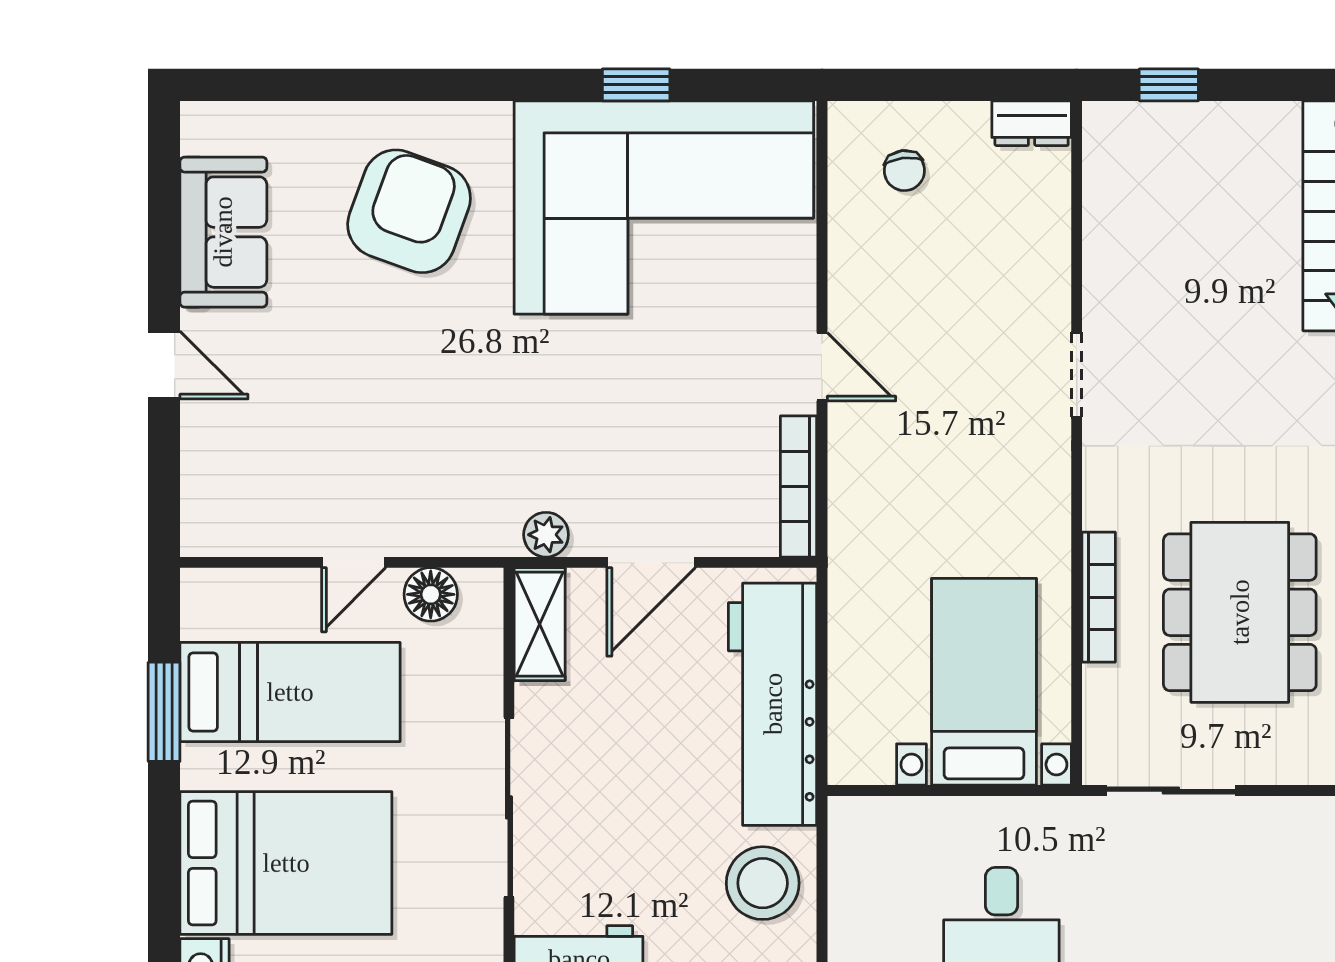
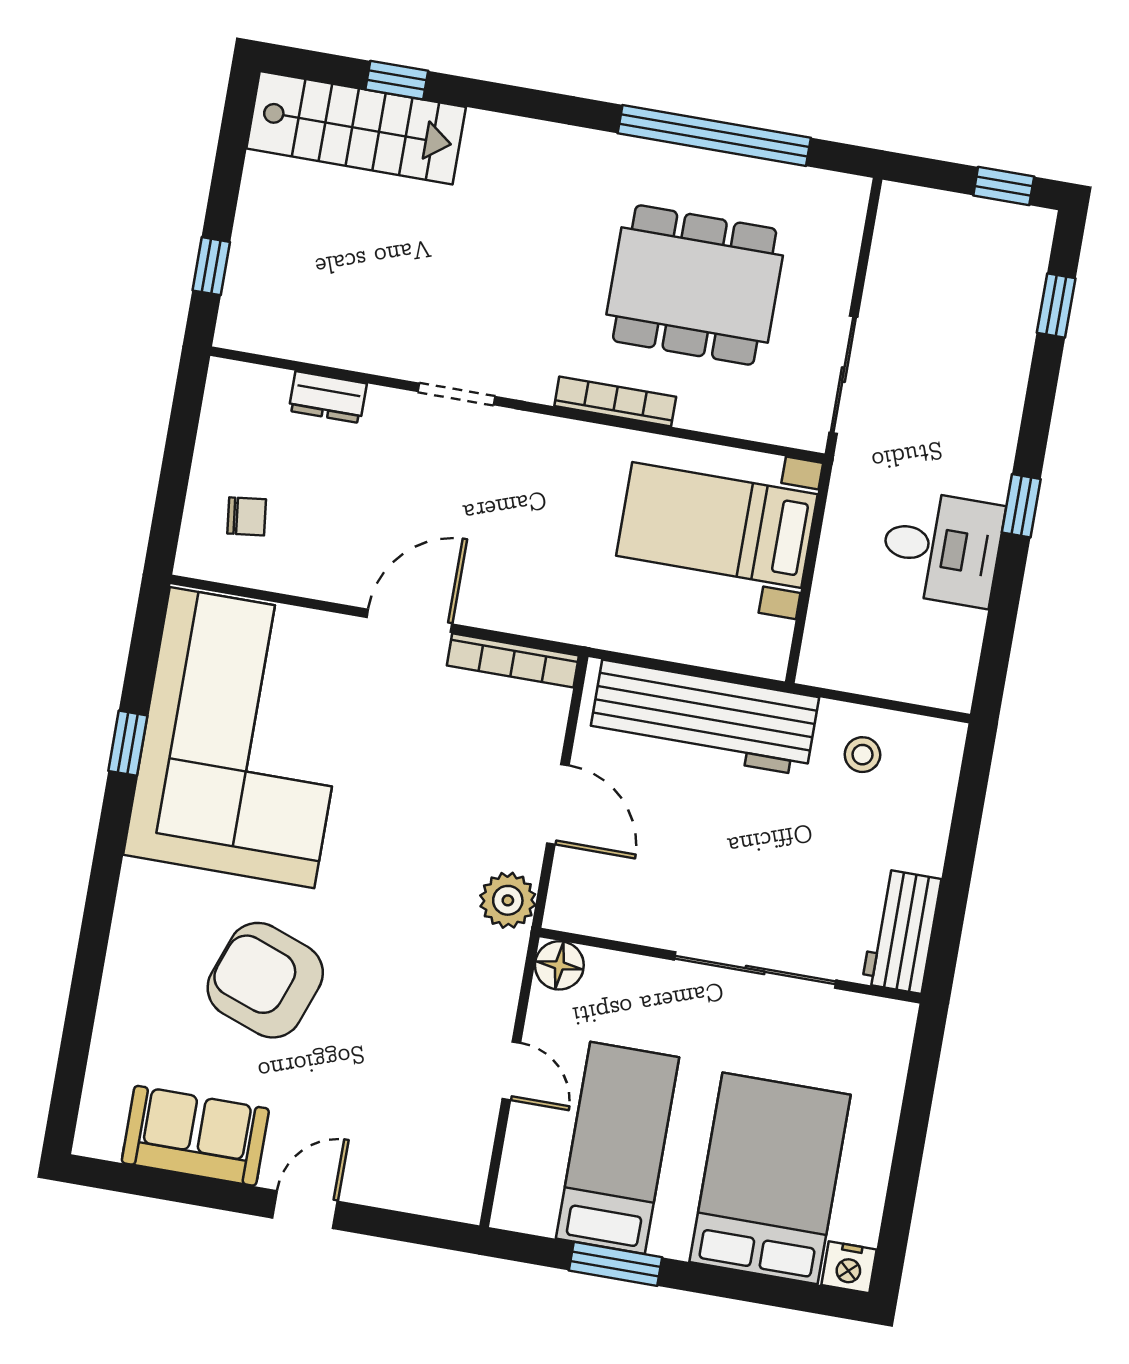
dresser: (1032, 123) -> (328, 397), moved, turned 90
armchair: (409, 211) -> (265, 980), moved
door: (822, 367) -> (409, 621), width x1.38
plant: (546, 535) -> (508, 900), width x1.38, depth x1.38
floor lamp: (431, 594) -> (559, 965), moved
bookcase: (1099, 597) -> (615, 401), moved
shelving: (540, 624) -> (596, 914), removed
stool: (763, 883) -> (862, 755), width x0.53, depth x0.53

